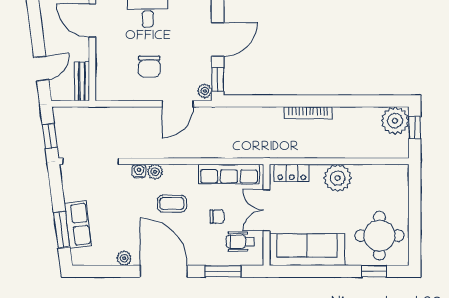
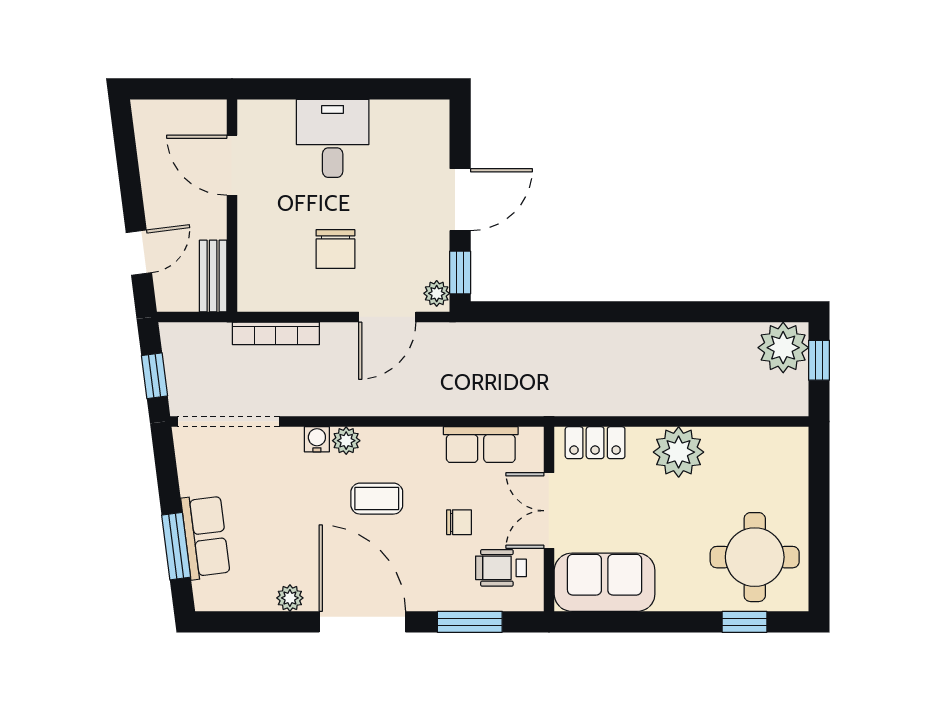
bookcase: (308, 113) -> (276, 333), moved
row of seats: (229, 174) -> (481, 445), width x0.68
sofa: (307, 250) -> (605, 582), width x0.73

